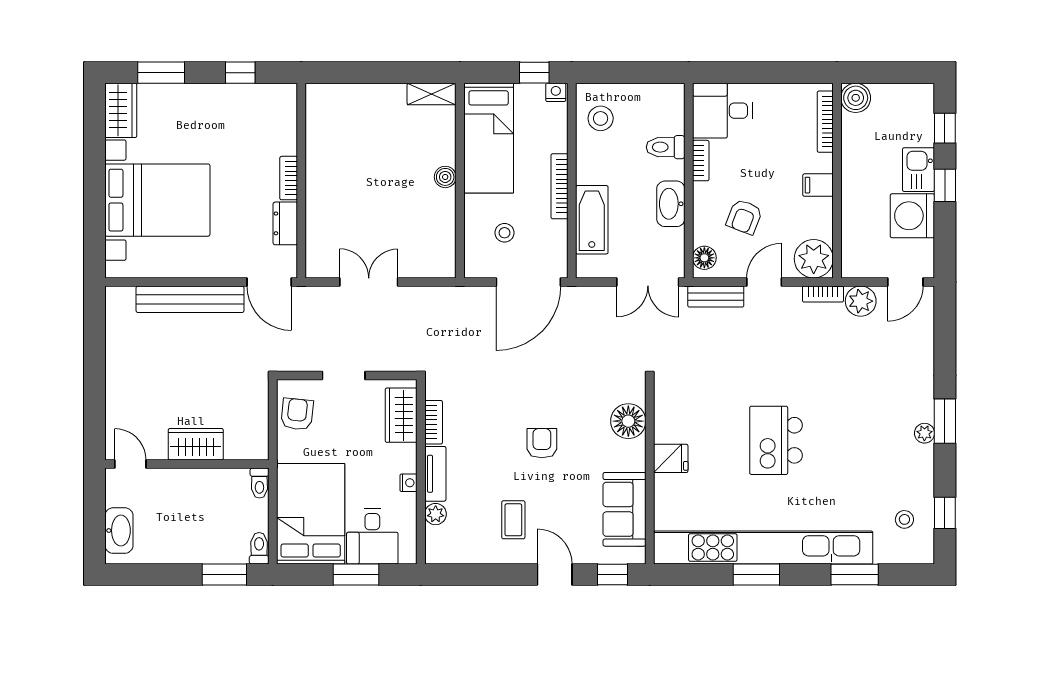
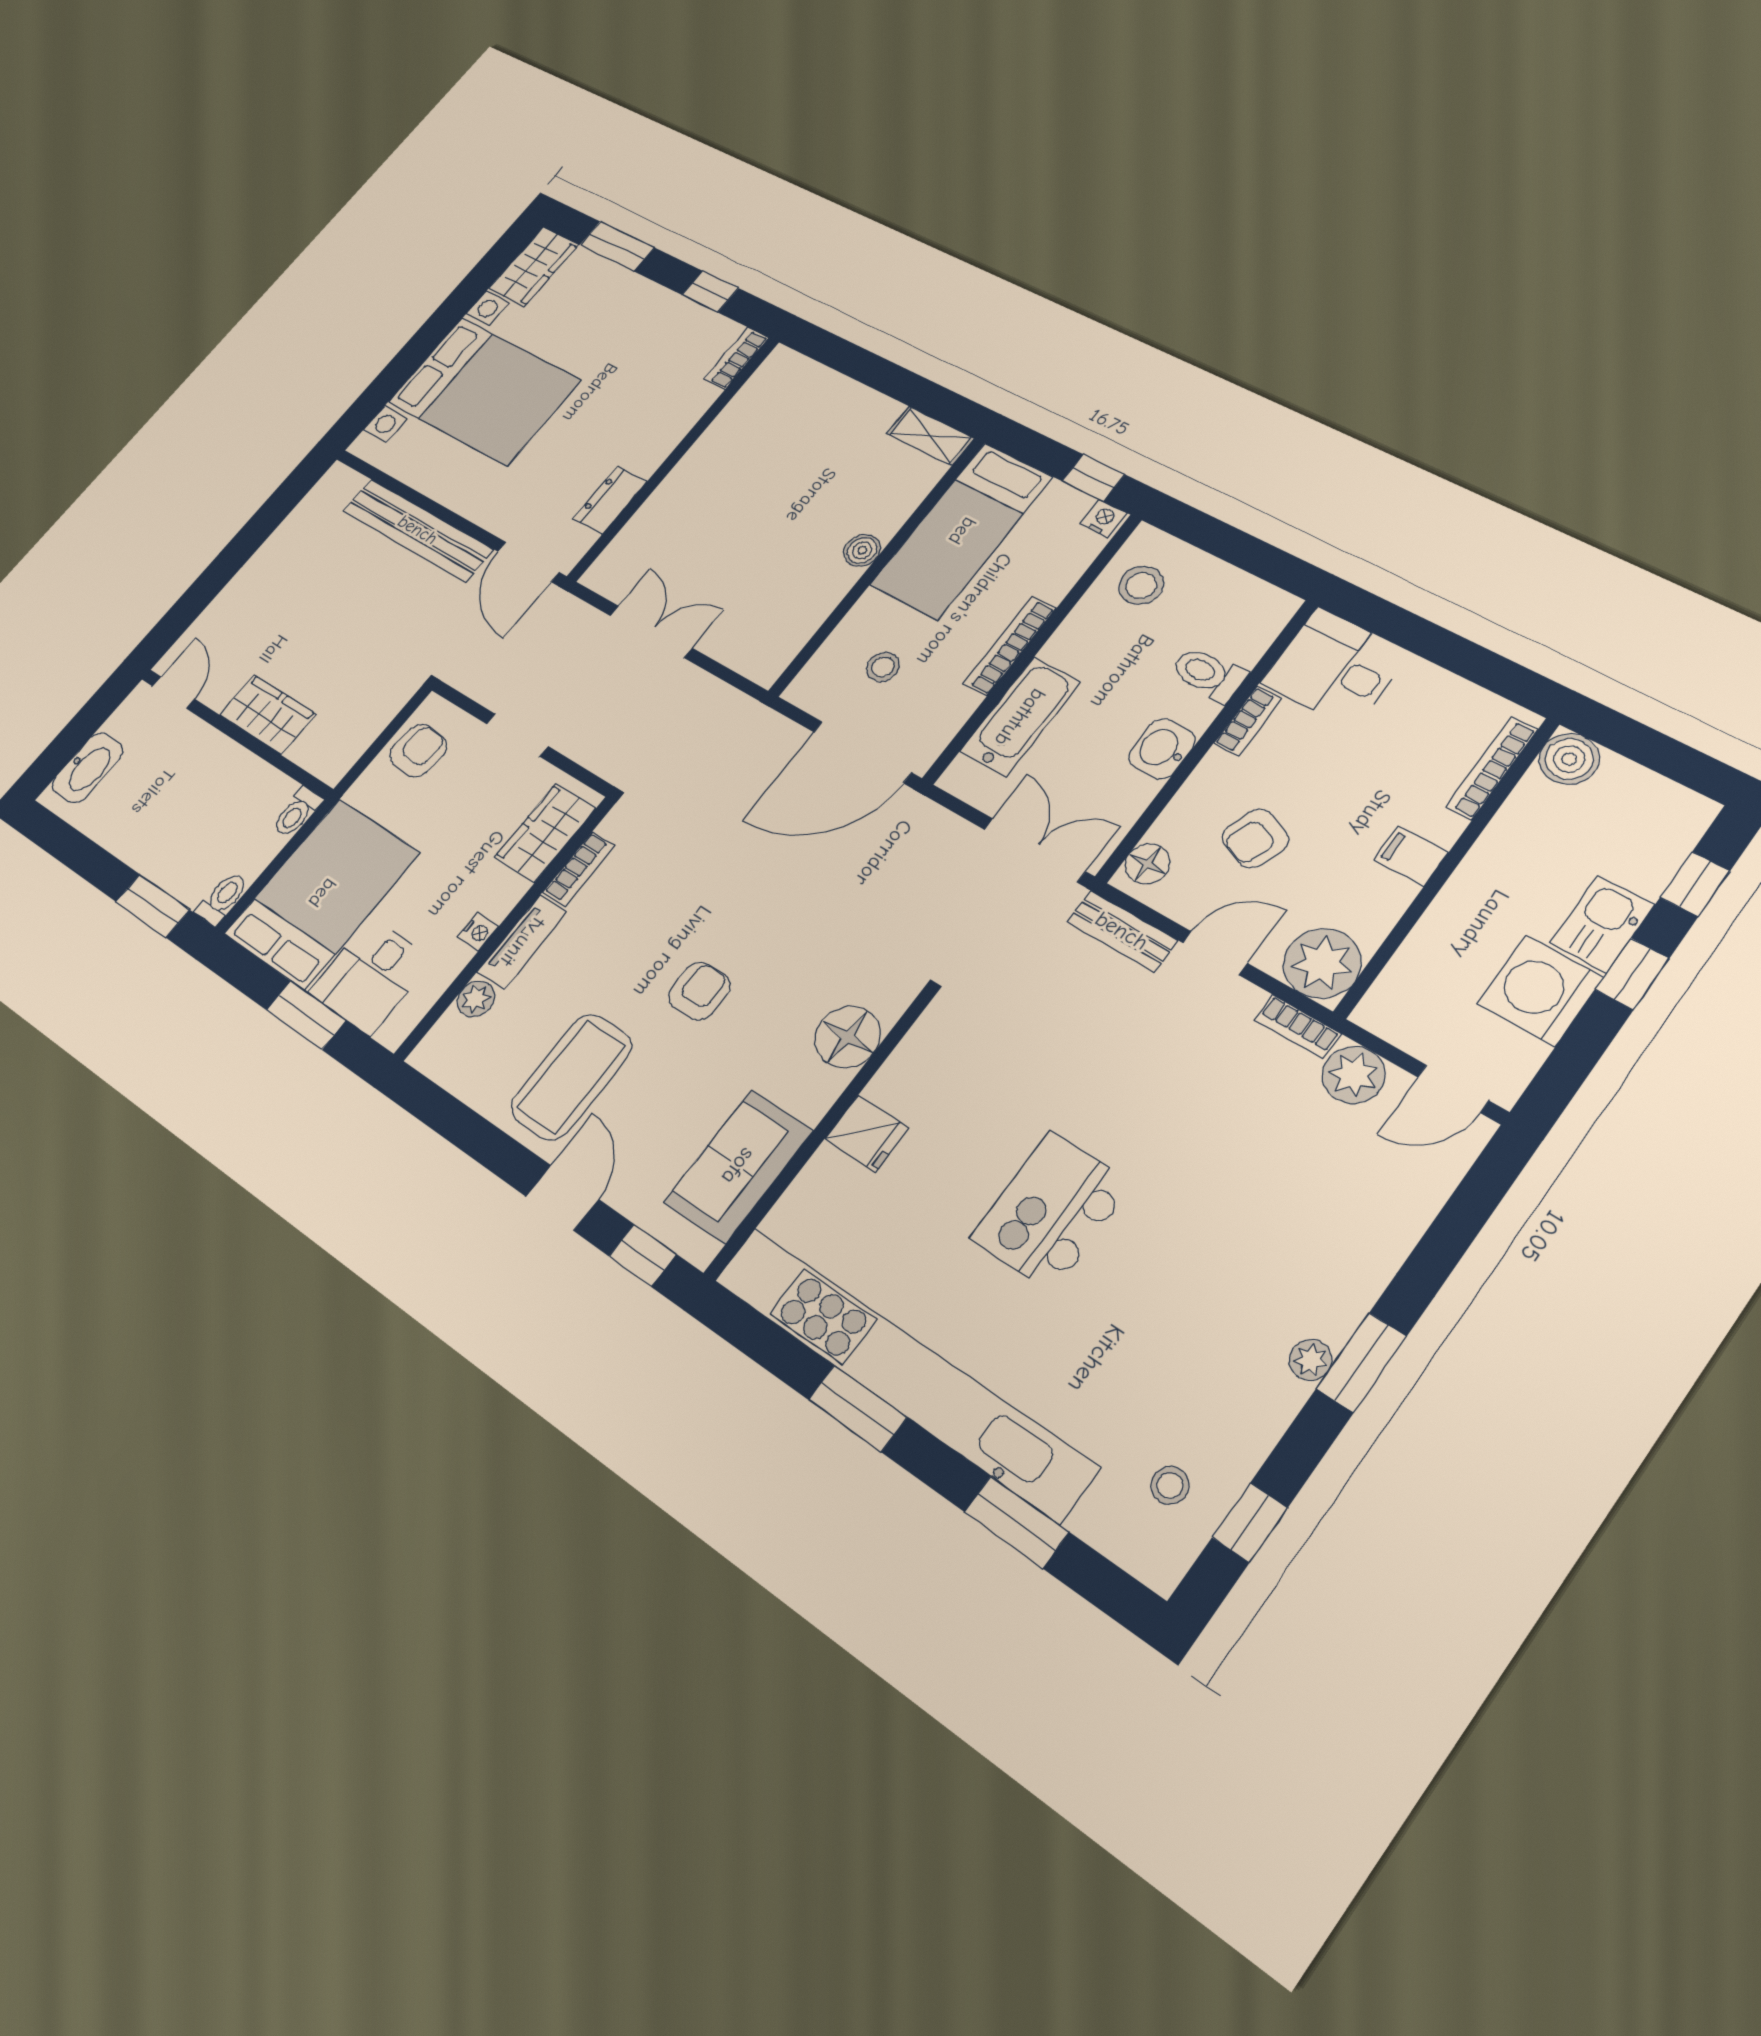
bookcase: (289, 178) -> (736, 358), moved
washbasin: (671, 204) -> (1162, 749), width x0.72
double door: (648, 282) -> (1034, 850), swing flipped
coffee table: (513, 520) -> (571, 1077), width x1.86, depth x1.72

